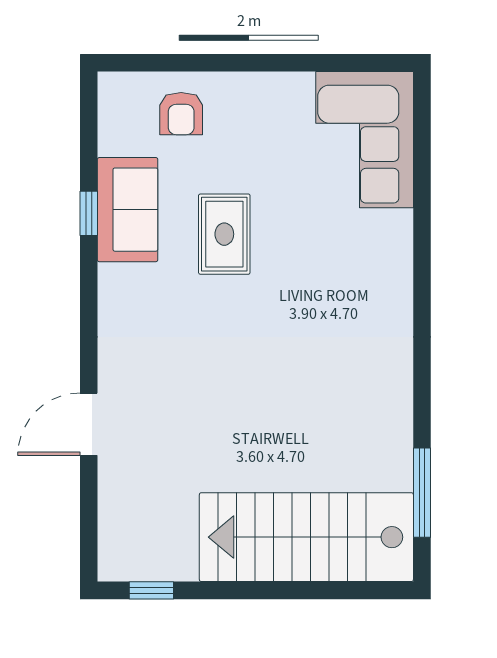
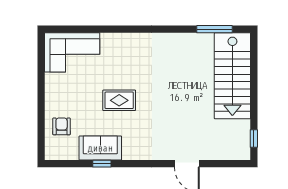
armchair: (181, 114) -> (62, 126), turned -90
rug: (224, 234) -> (119, 100), moved

